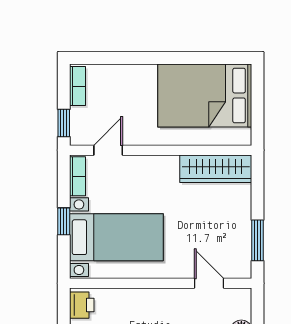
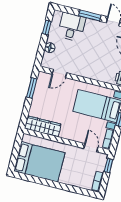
door: (108, 150) -> (91, 148), swing flipped
door: (209, 283) -> (59, 74), hinge flipped

